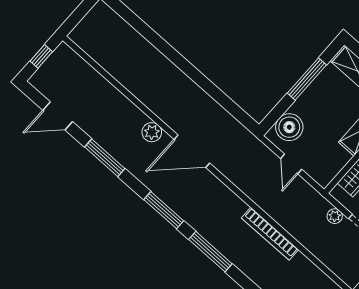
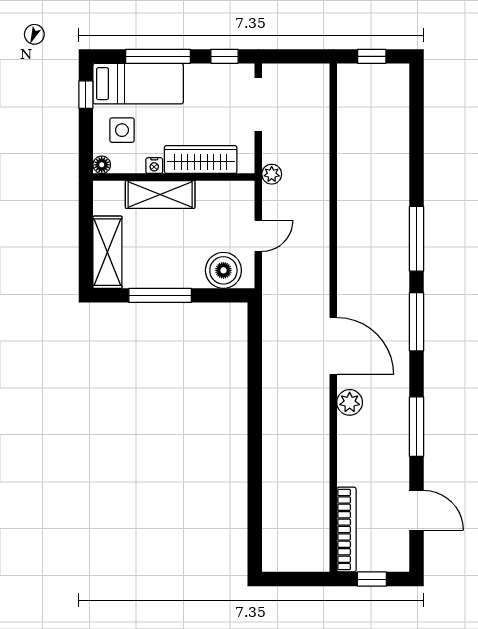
plant: (335, 216) -> (272, 174), moved
bookcase: (270, 234) -> (346, 530), moved

